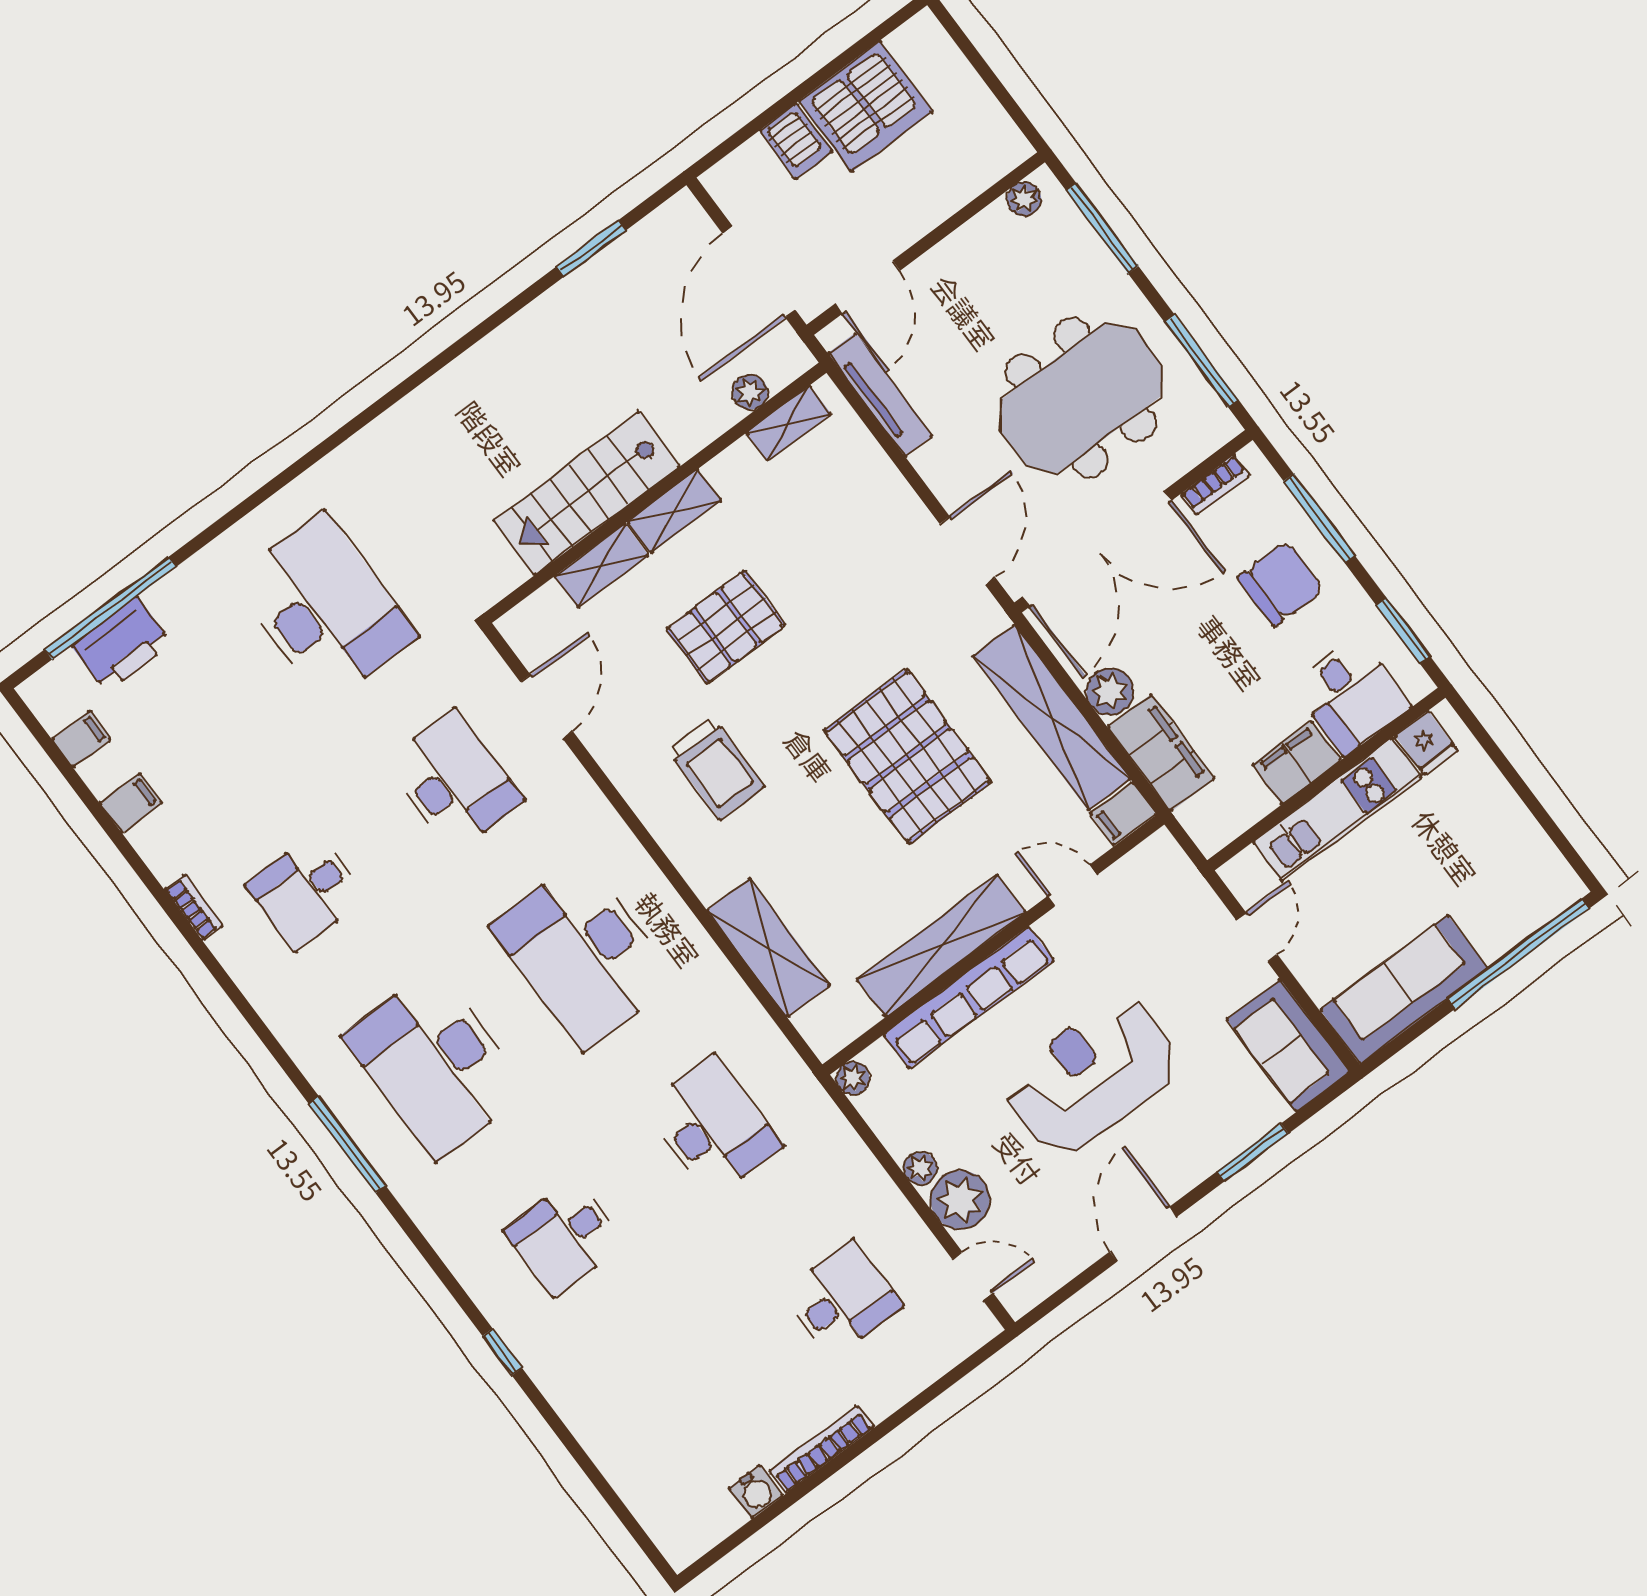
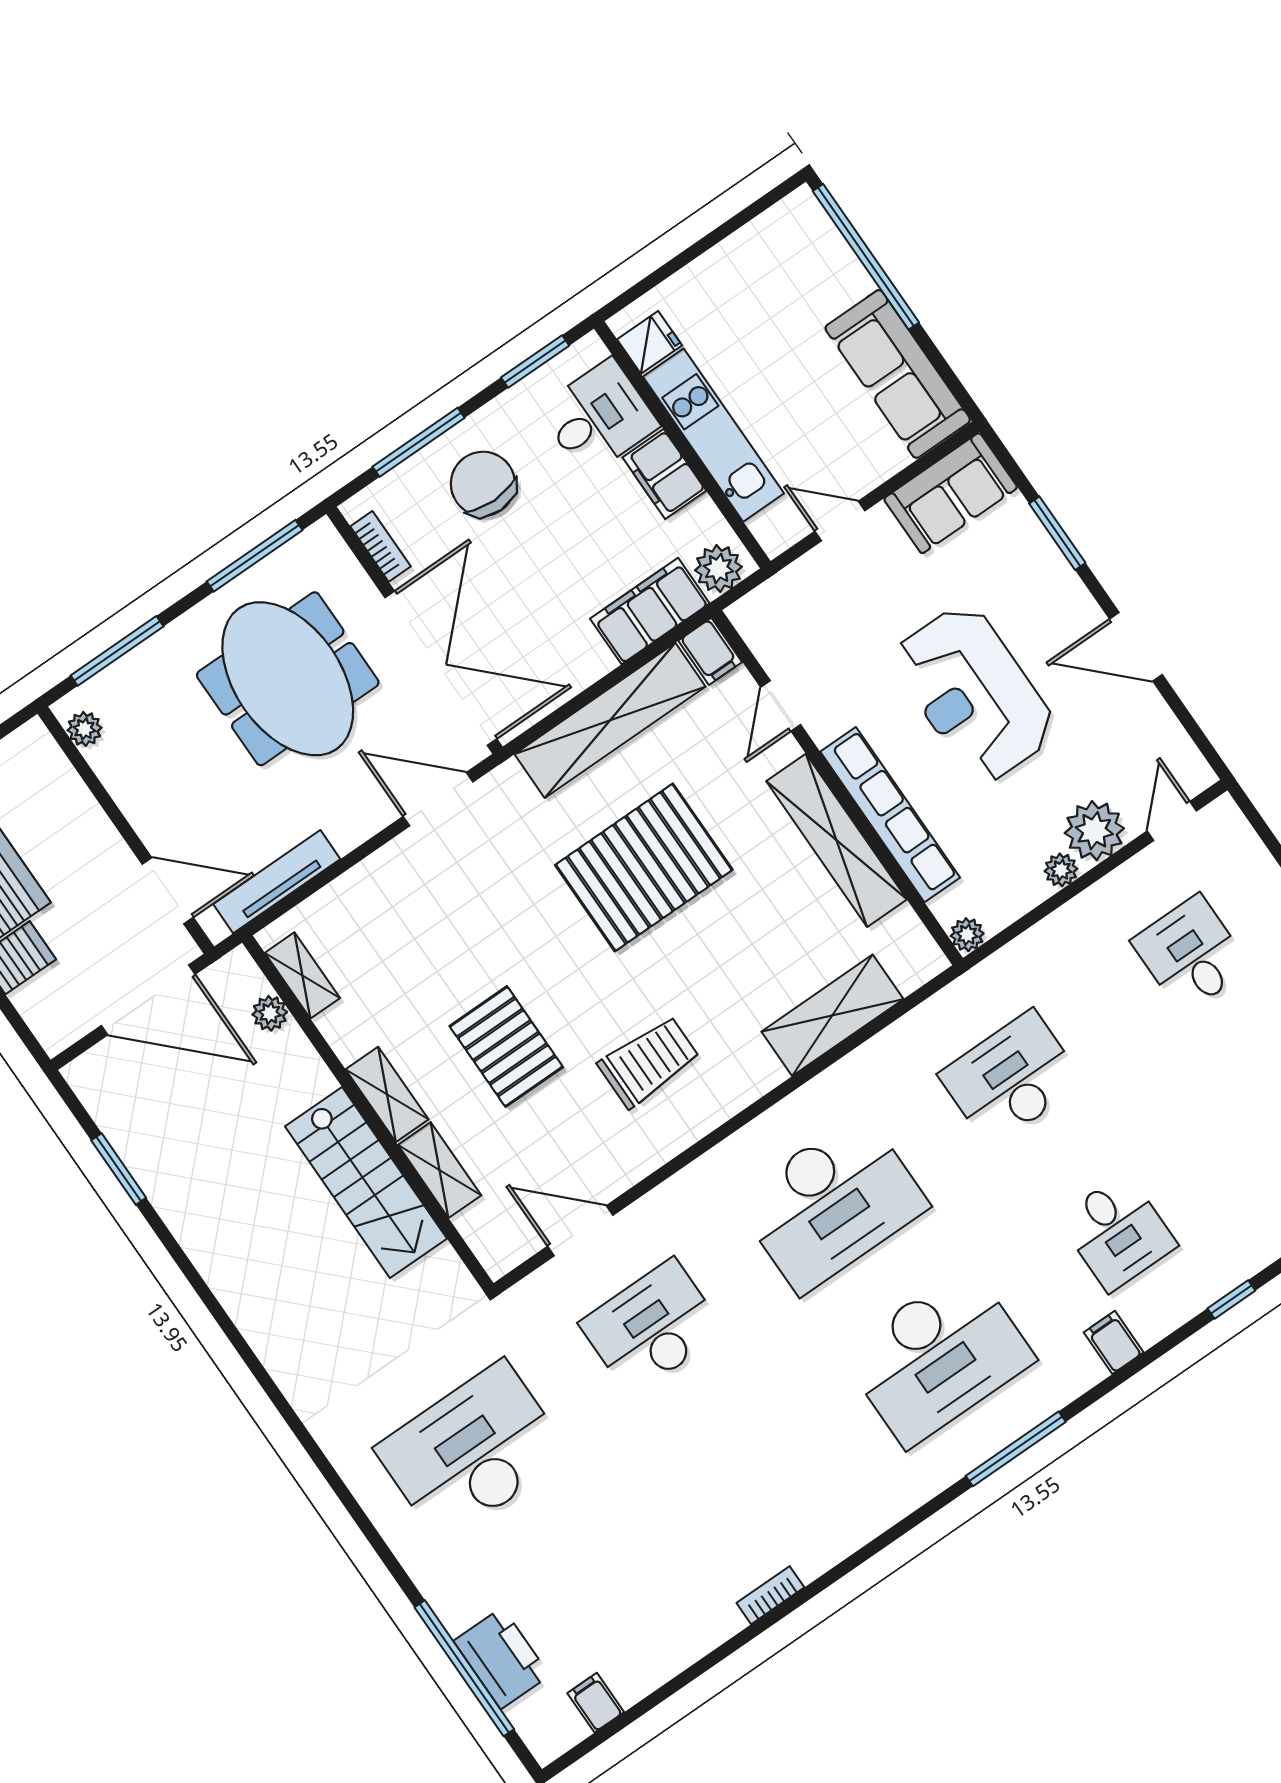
plant: (1110, 692) -> (718, 569), moved
filing cabinet: (131, 803) -> (1114, 1342), moved
desk: (306, 891) -> (758, 1481), removed

